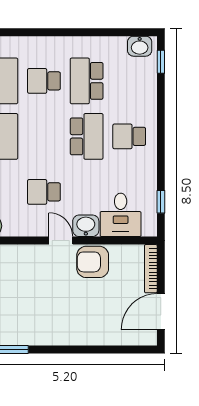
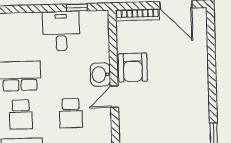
school desk: (129, 136) -> (21, 114), moved
desk: (121, 215) -> (61, 31), moved, turned -90

